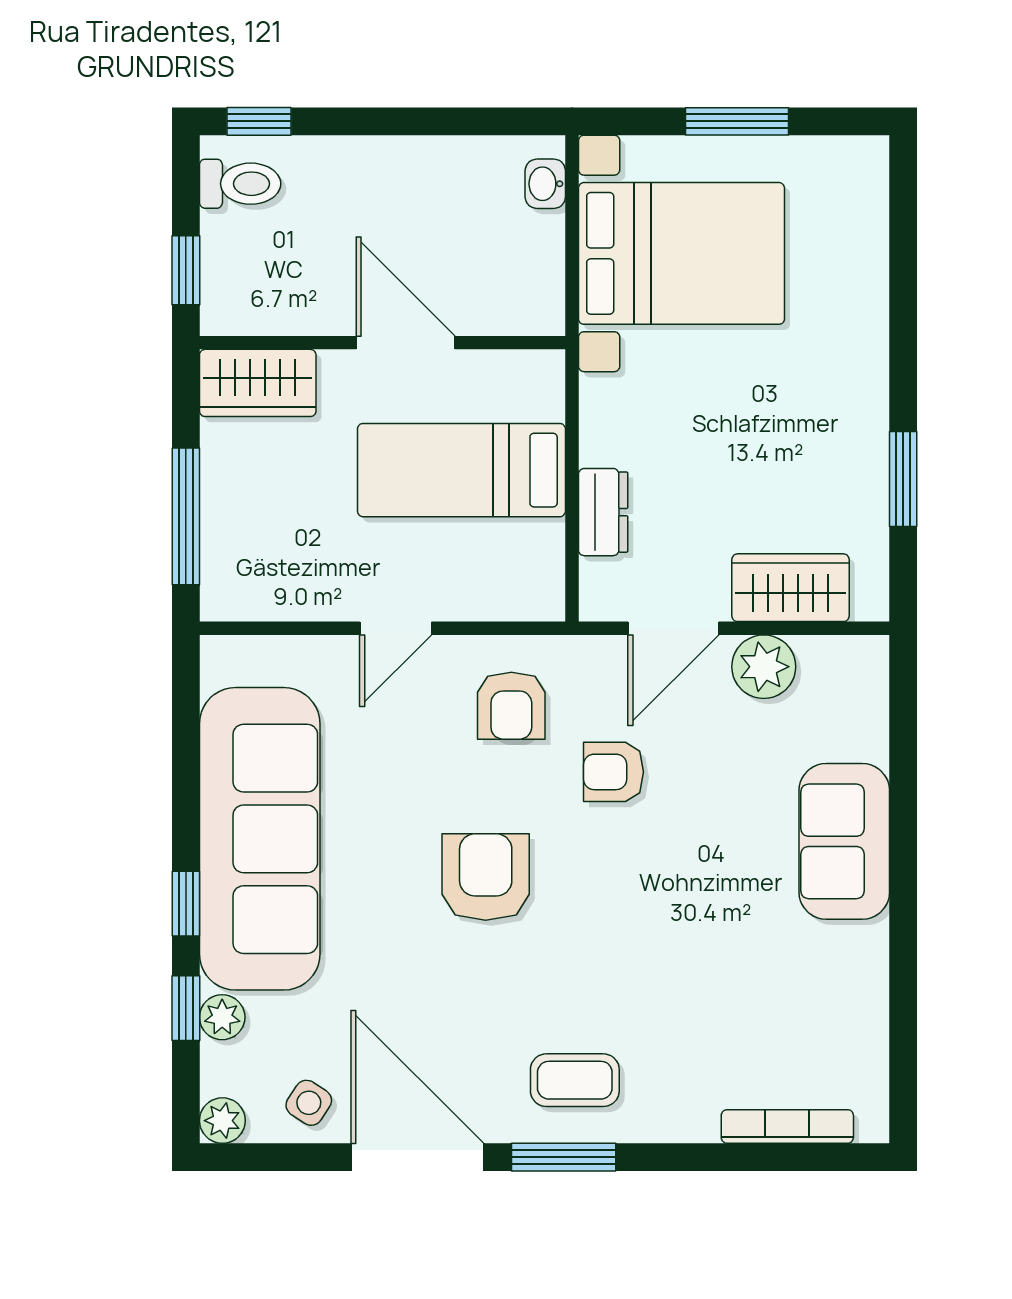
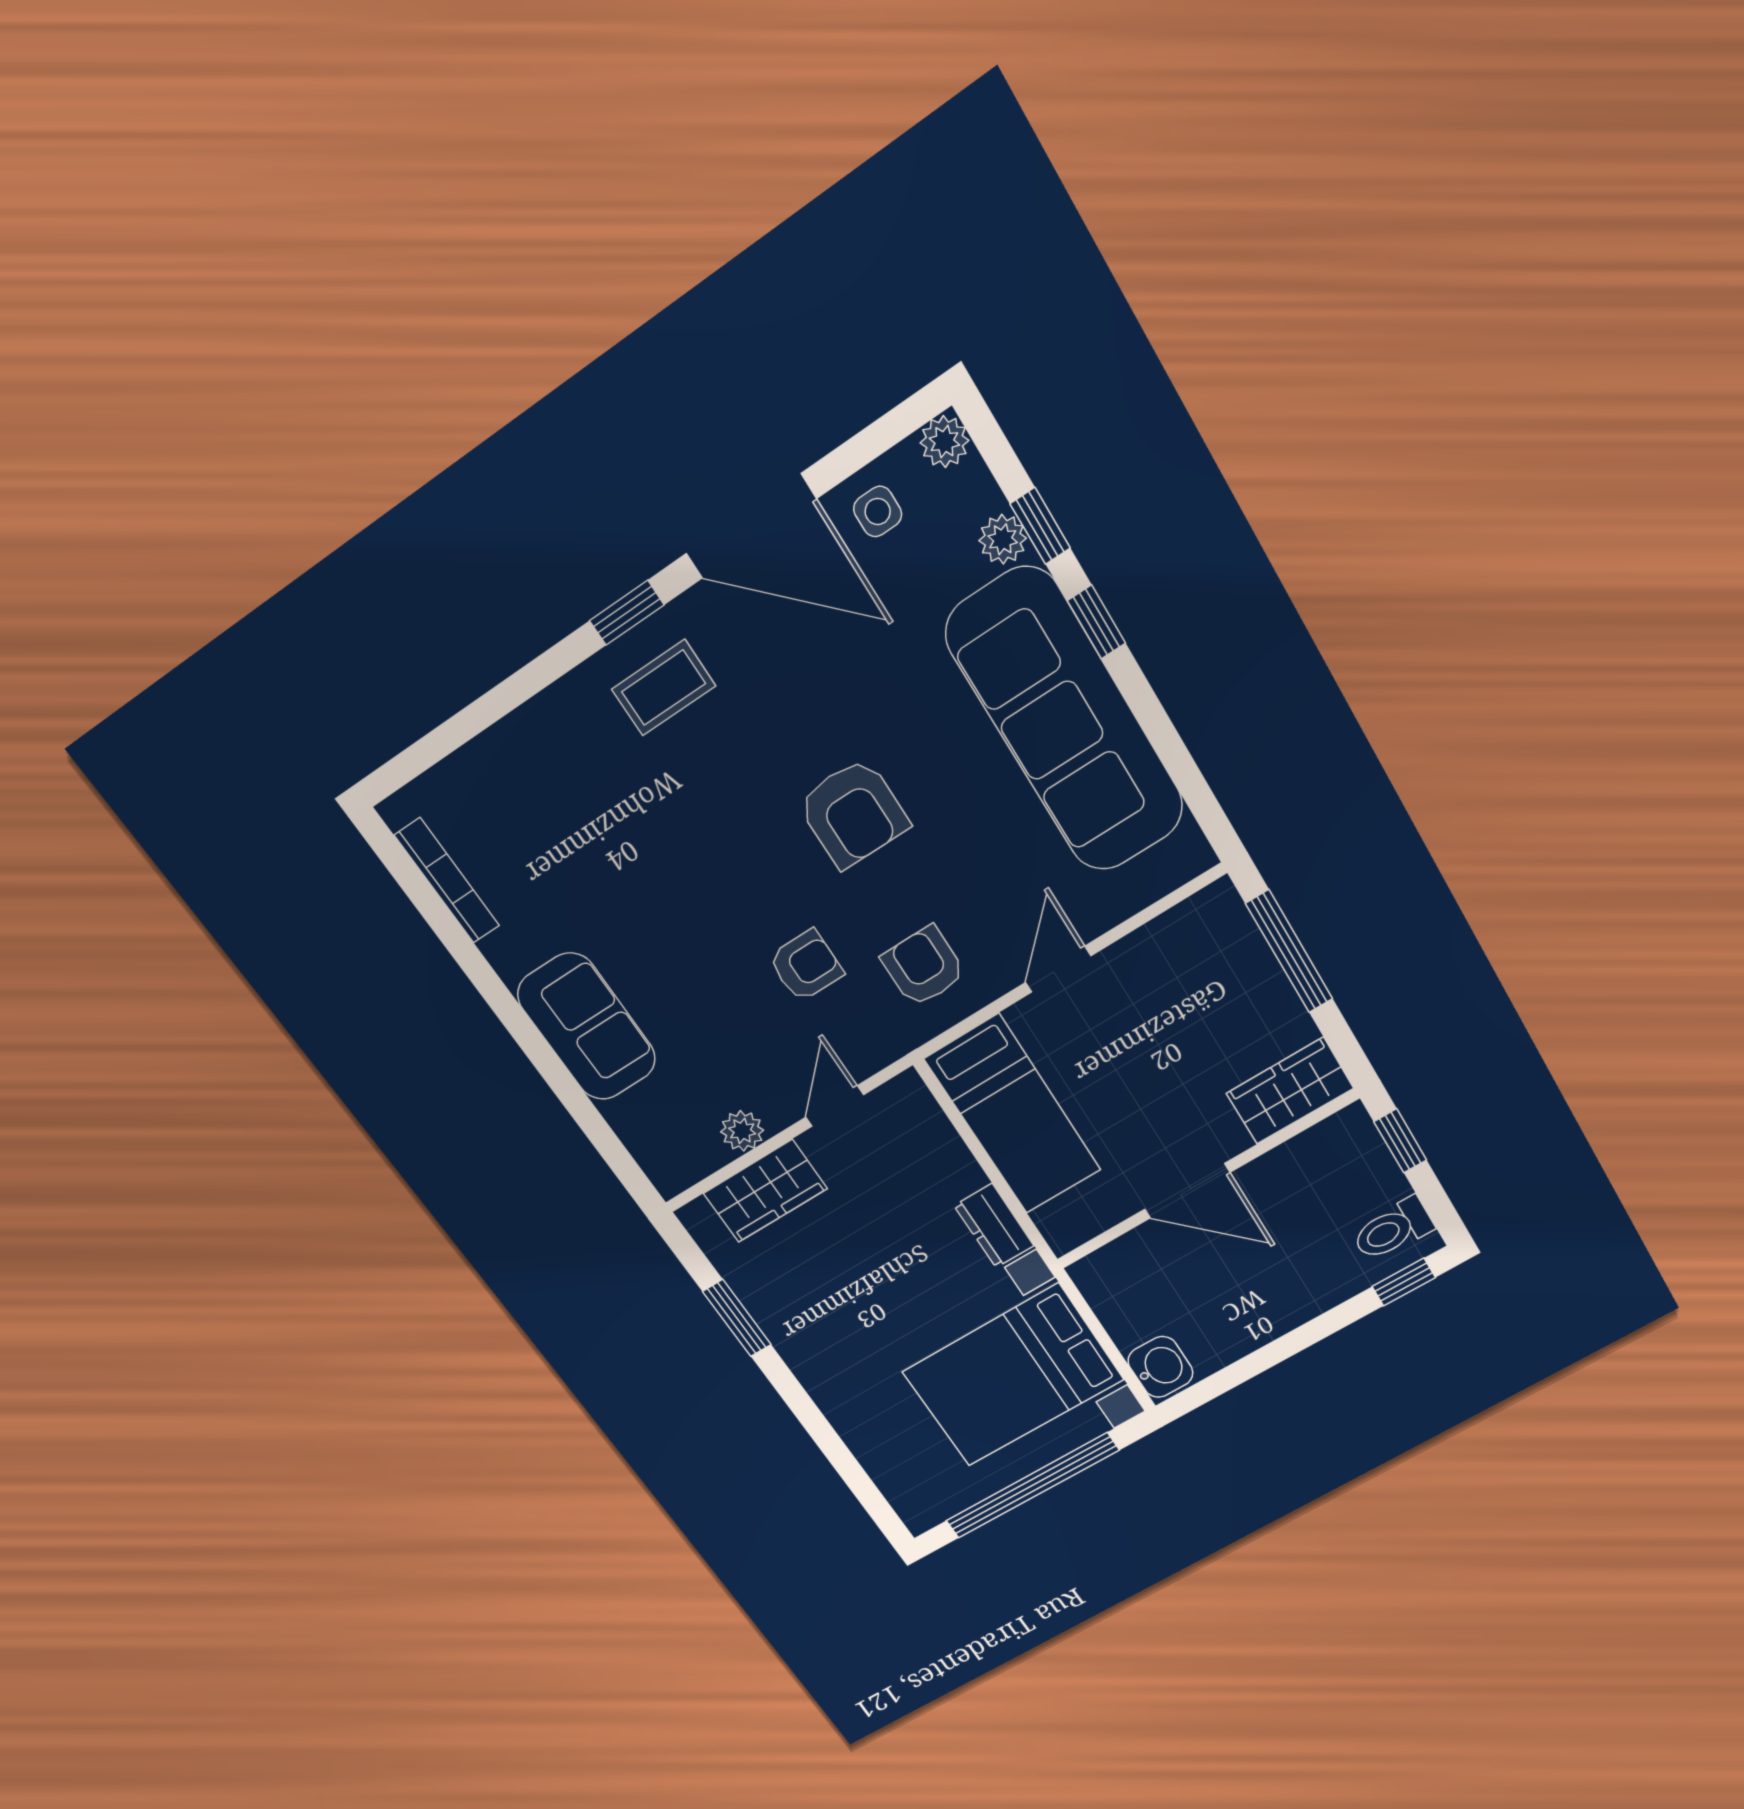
window: (737, 121) -> (1032, 1486), width x2.11
washbasin: (545, 184) -> (1160, 1367), width x1.38, depth x1.45
bed: (461, 470) -> (1013, 1115), moved, turned 90
dresser: (603, 512) -> (994, 1226), moved
door: (673, 628) -> (835, 1106), width x0.73
plant: (764, 667) -> (742, 1131), width x0.73, depth x0.73
side table: (309, 1103) -> (878, 512), turned -33
bookcase: (787, 1126) -> (447, 881), moved, turned -90
window: (564, 1157) -> (627, 613), width x0.67

